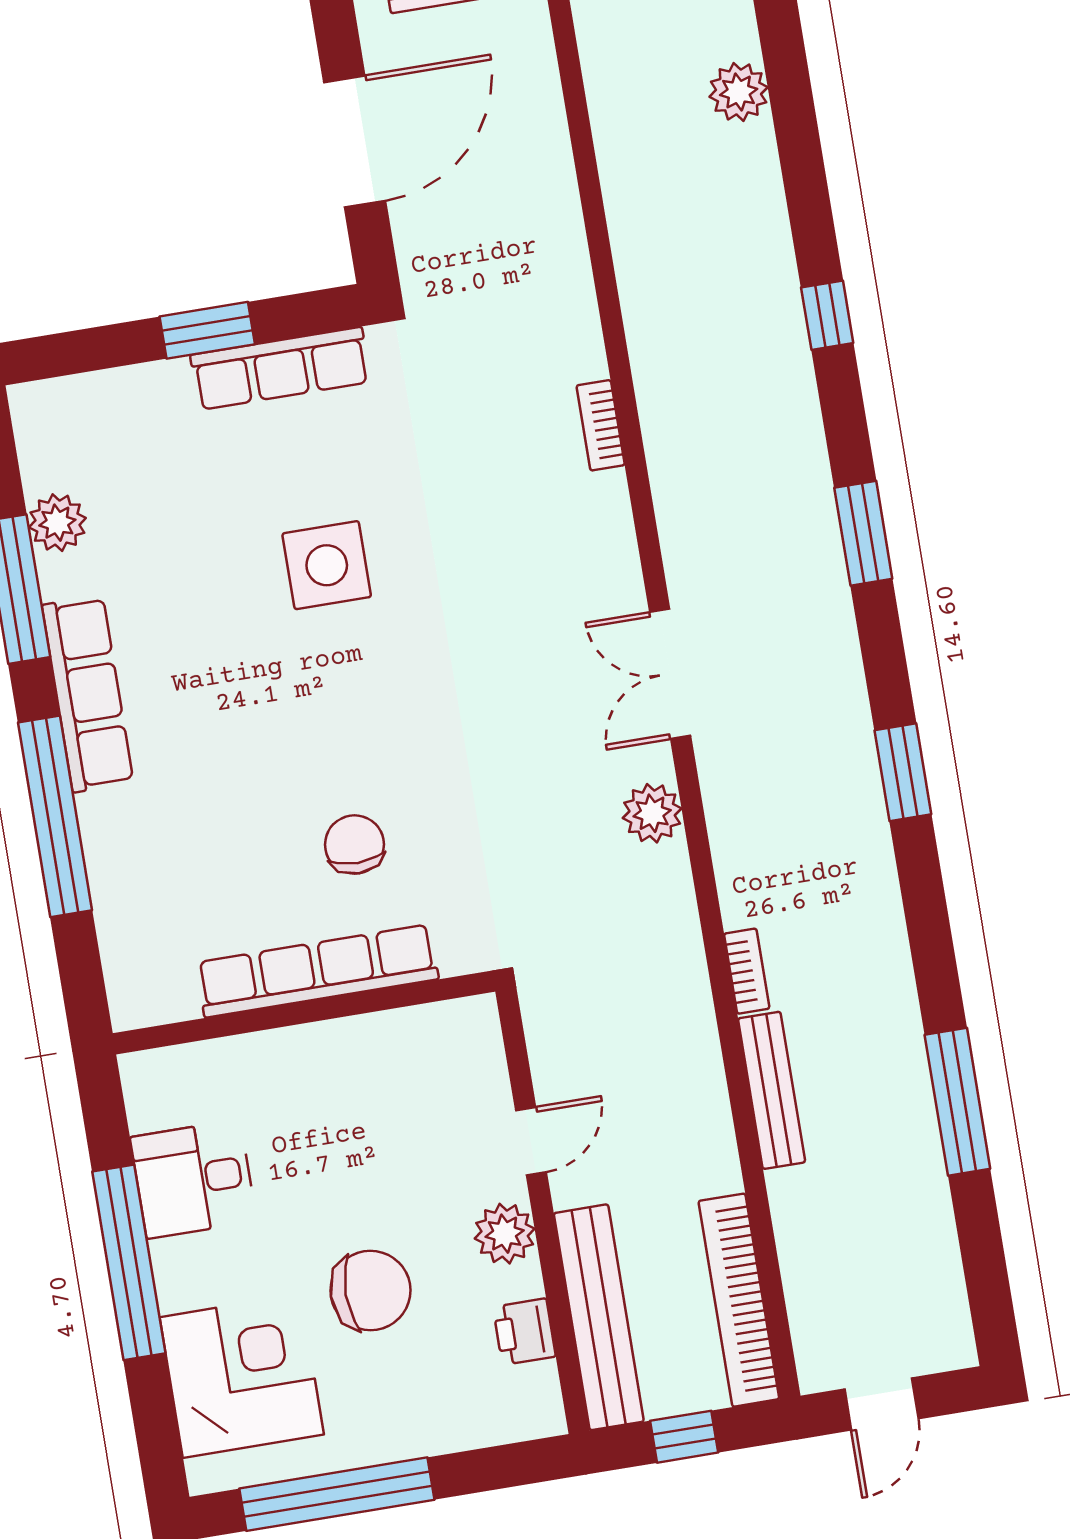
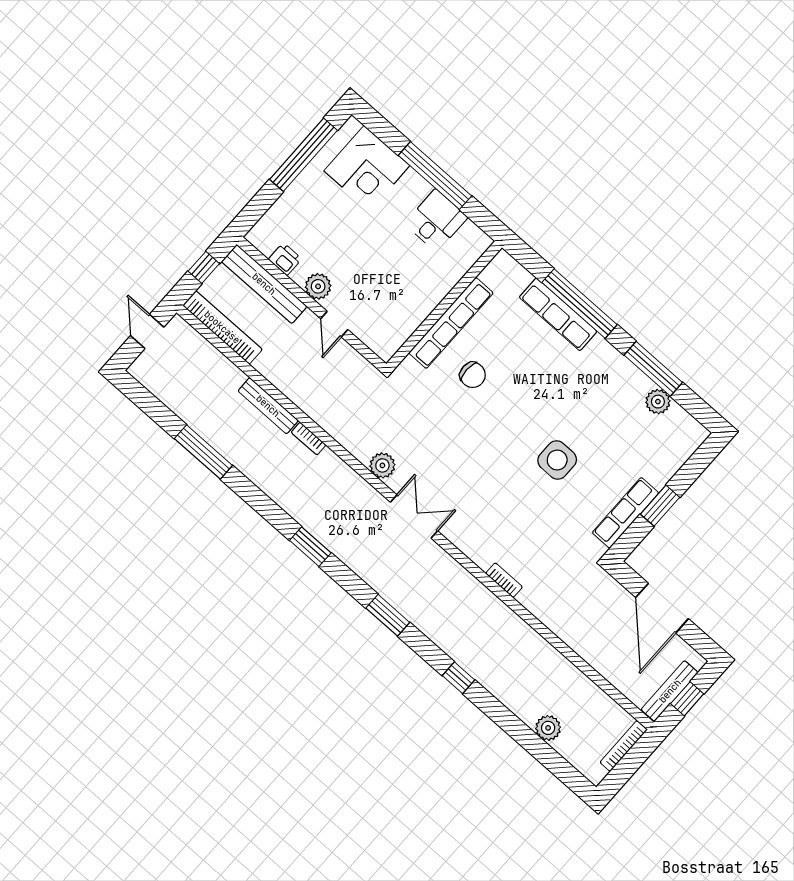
row of seats: (88, 694) -> (558, 314), moved
chair: (370, 1290) -> (347, 231), removed

